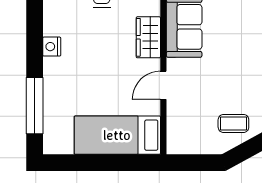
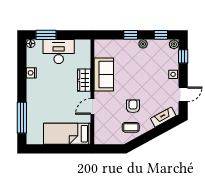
nightstand: (52, 47) -> (31, 73), moved
armchair: (238, 85) -> (133, 106), added

